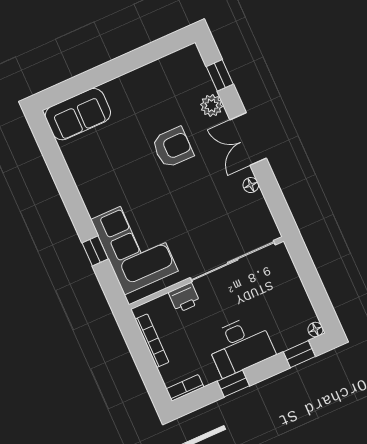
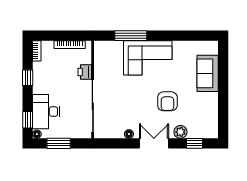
sofa: (78, 114) -> (208, 73), moved
corner sofa: (134, 245) -> (148, 58), moved
window: (95, 251) -> (131, 36), width x2.17
window: (315, 289) -> (59, 143), added
desk: (240, 346) -> (46, 112), moved

